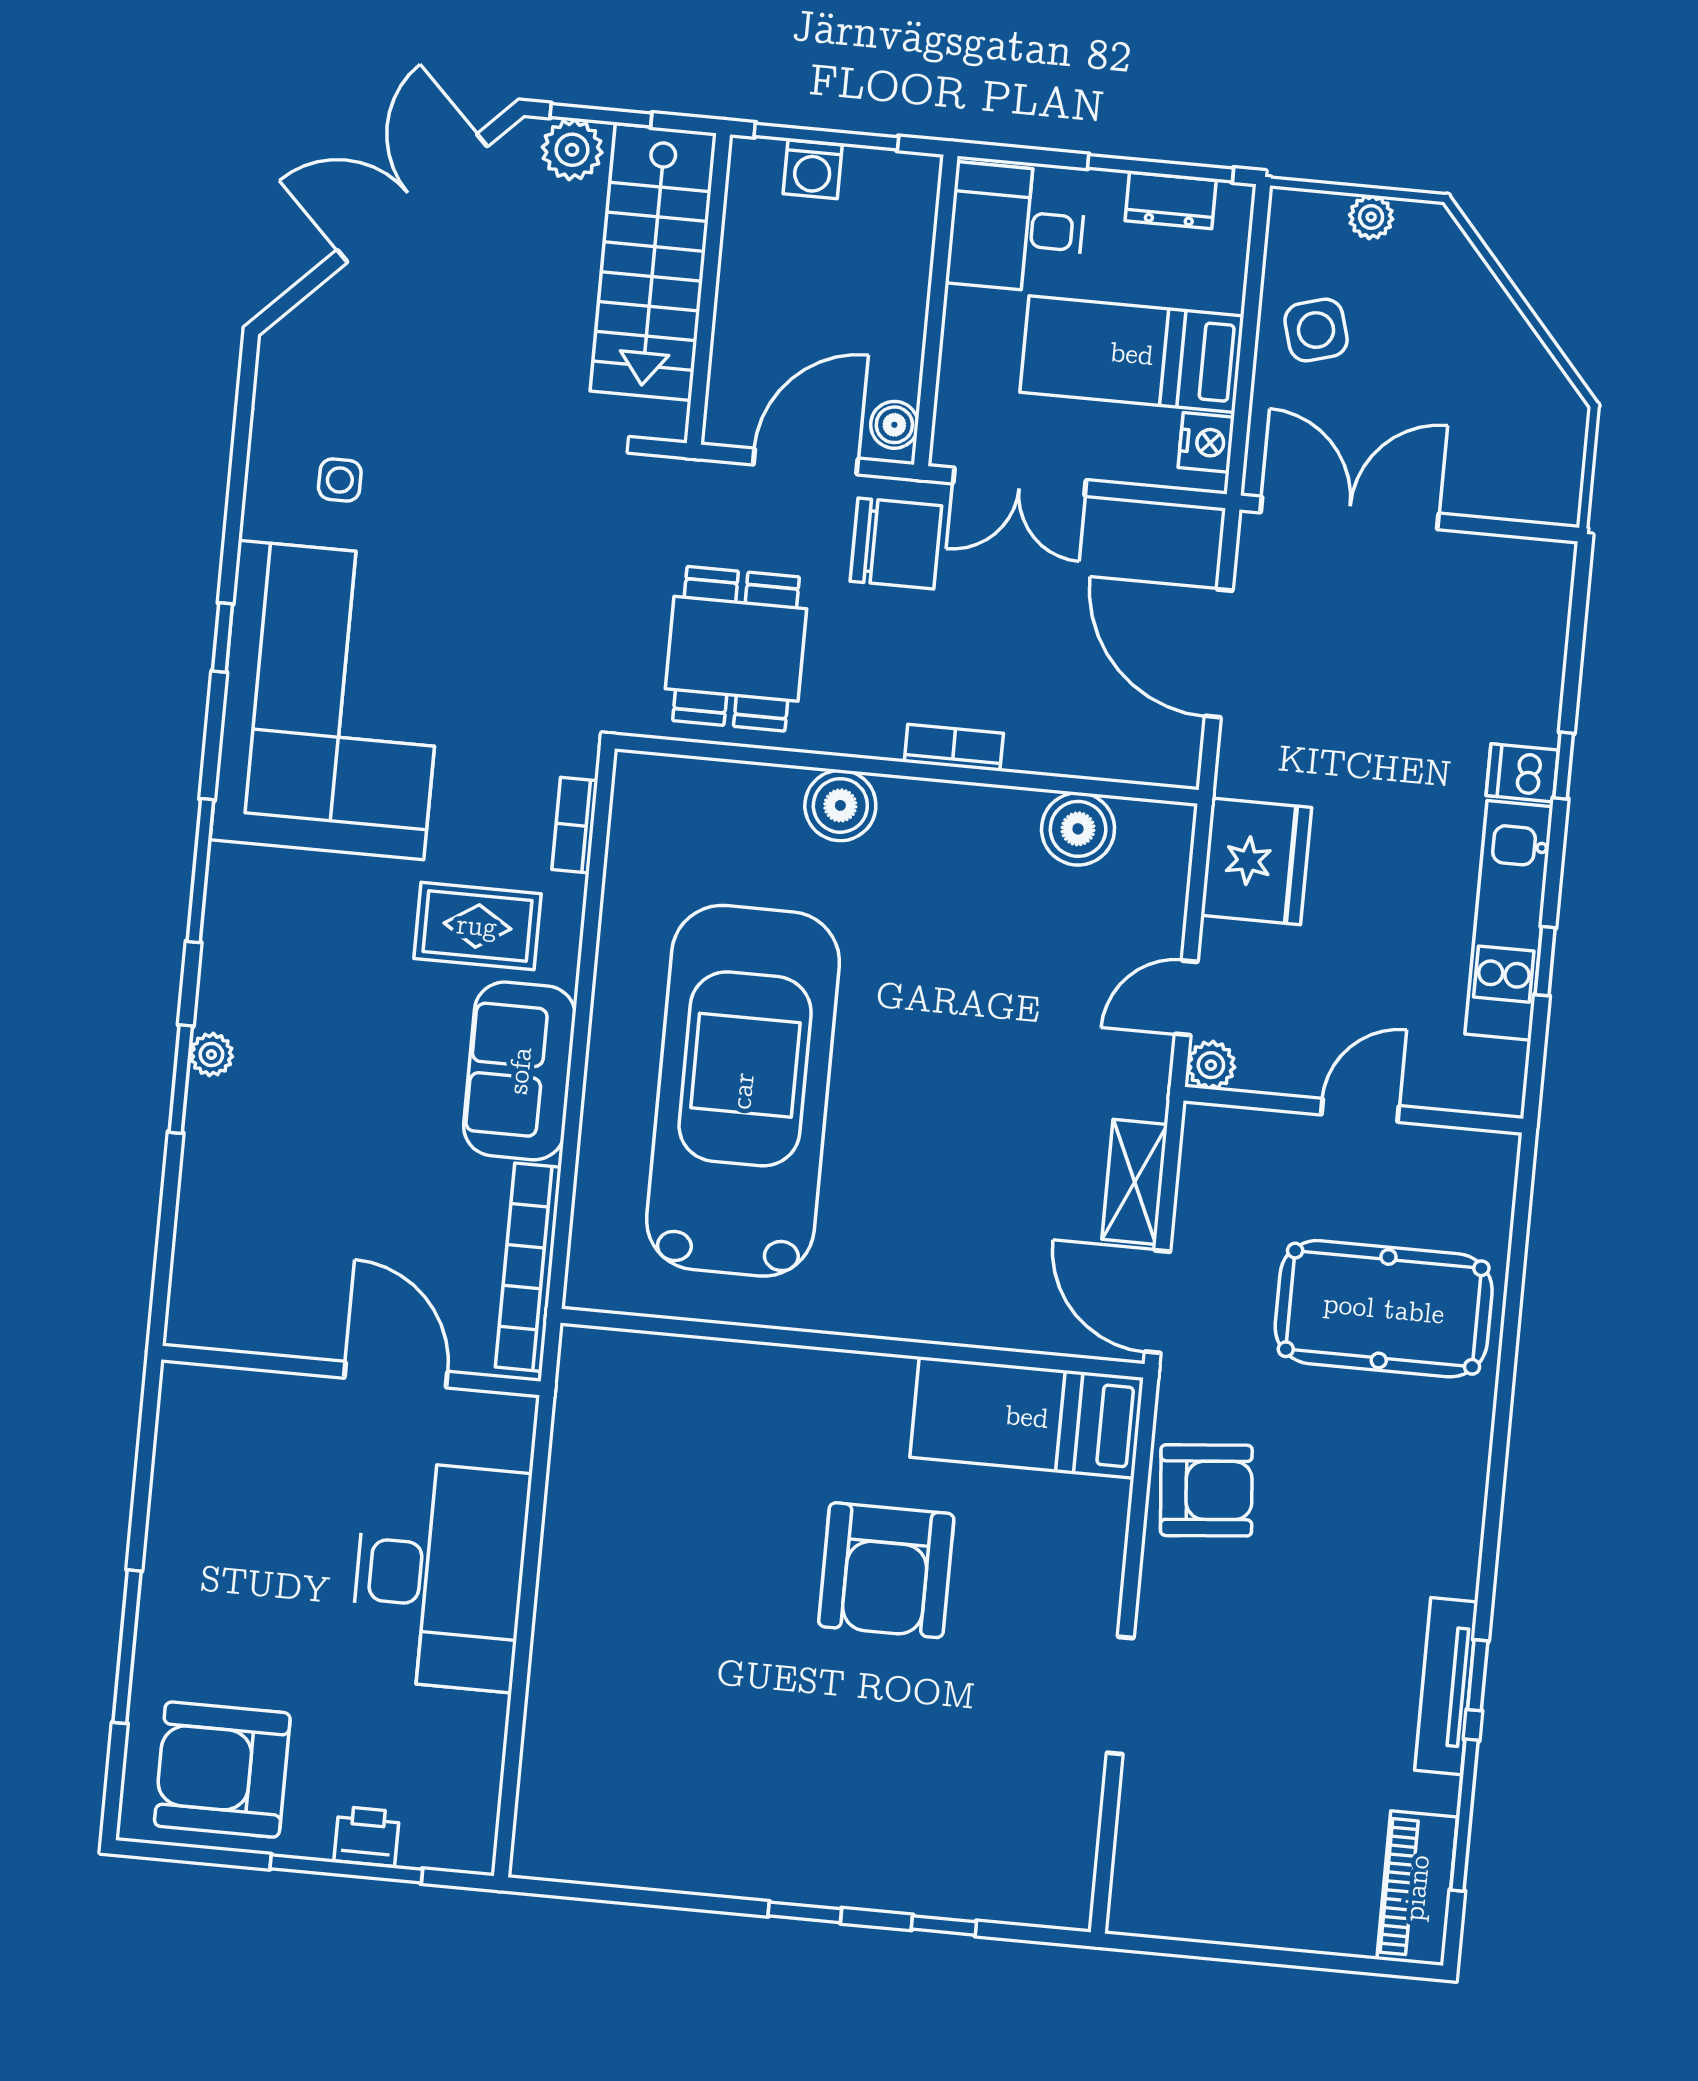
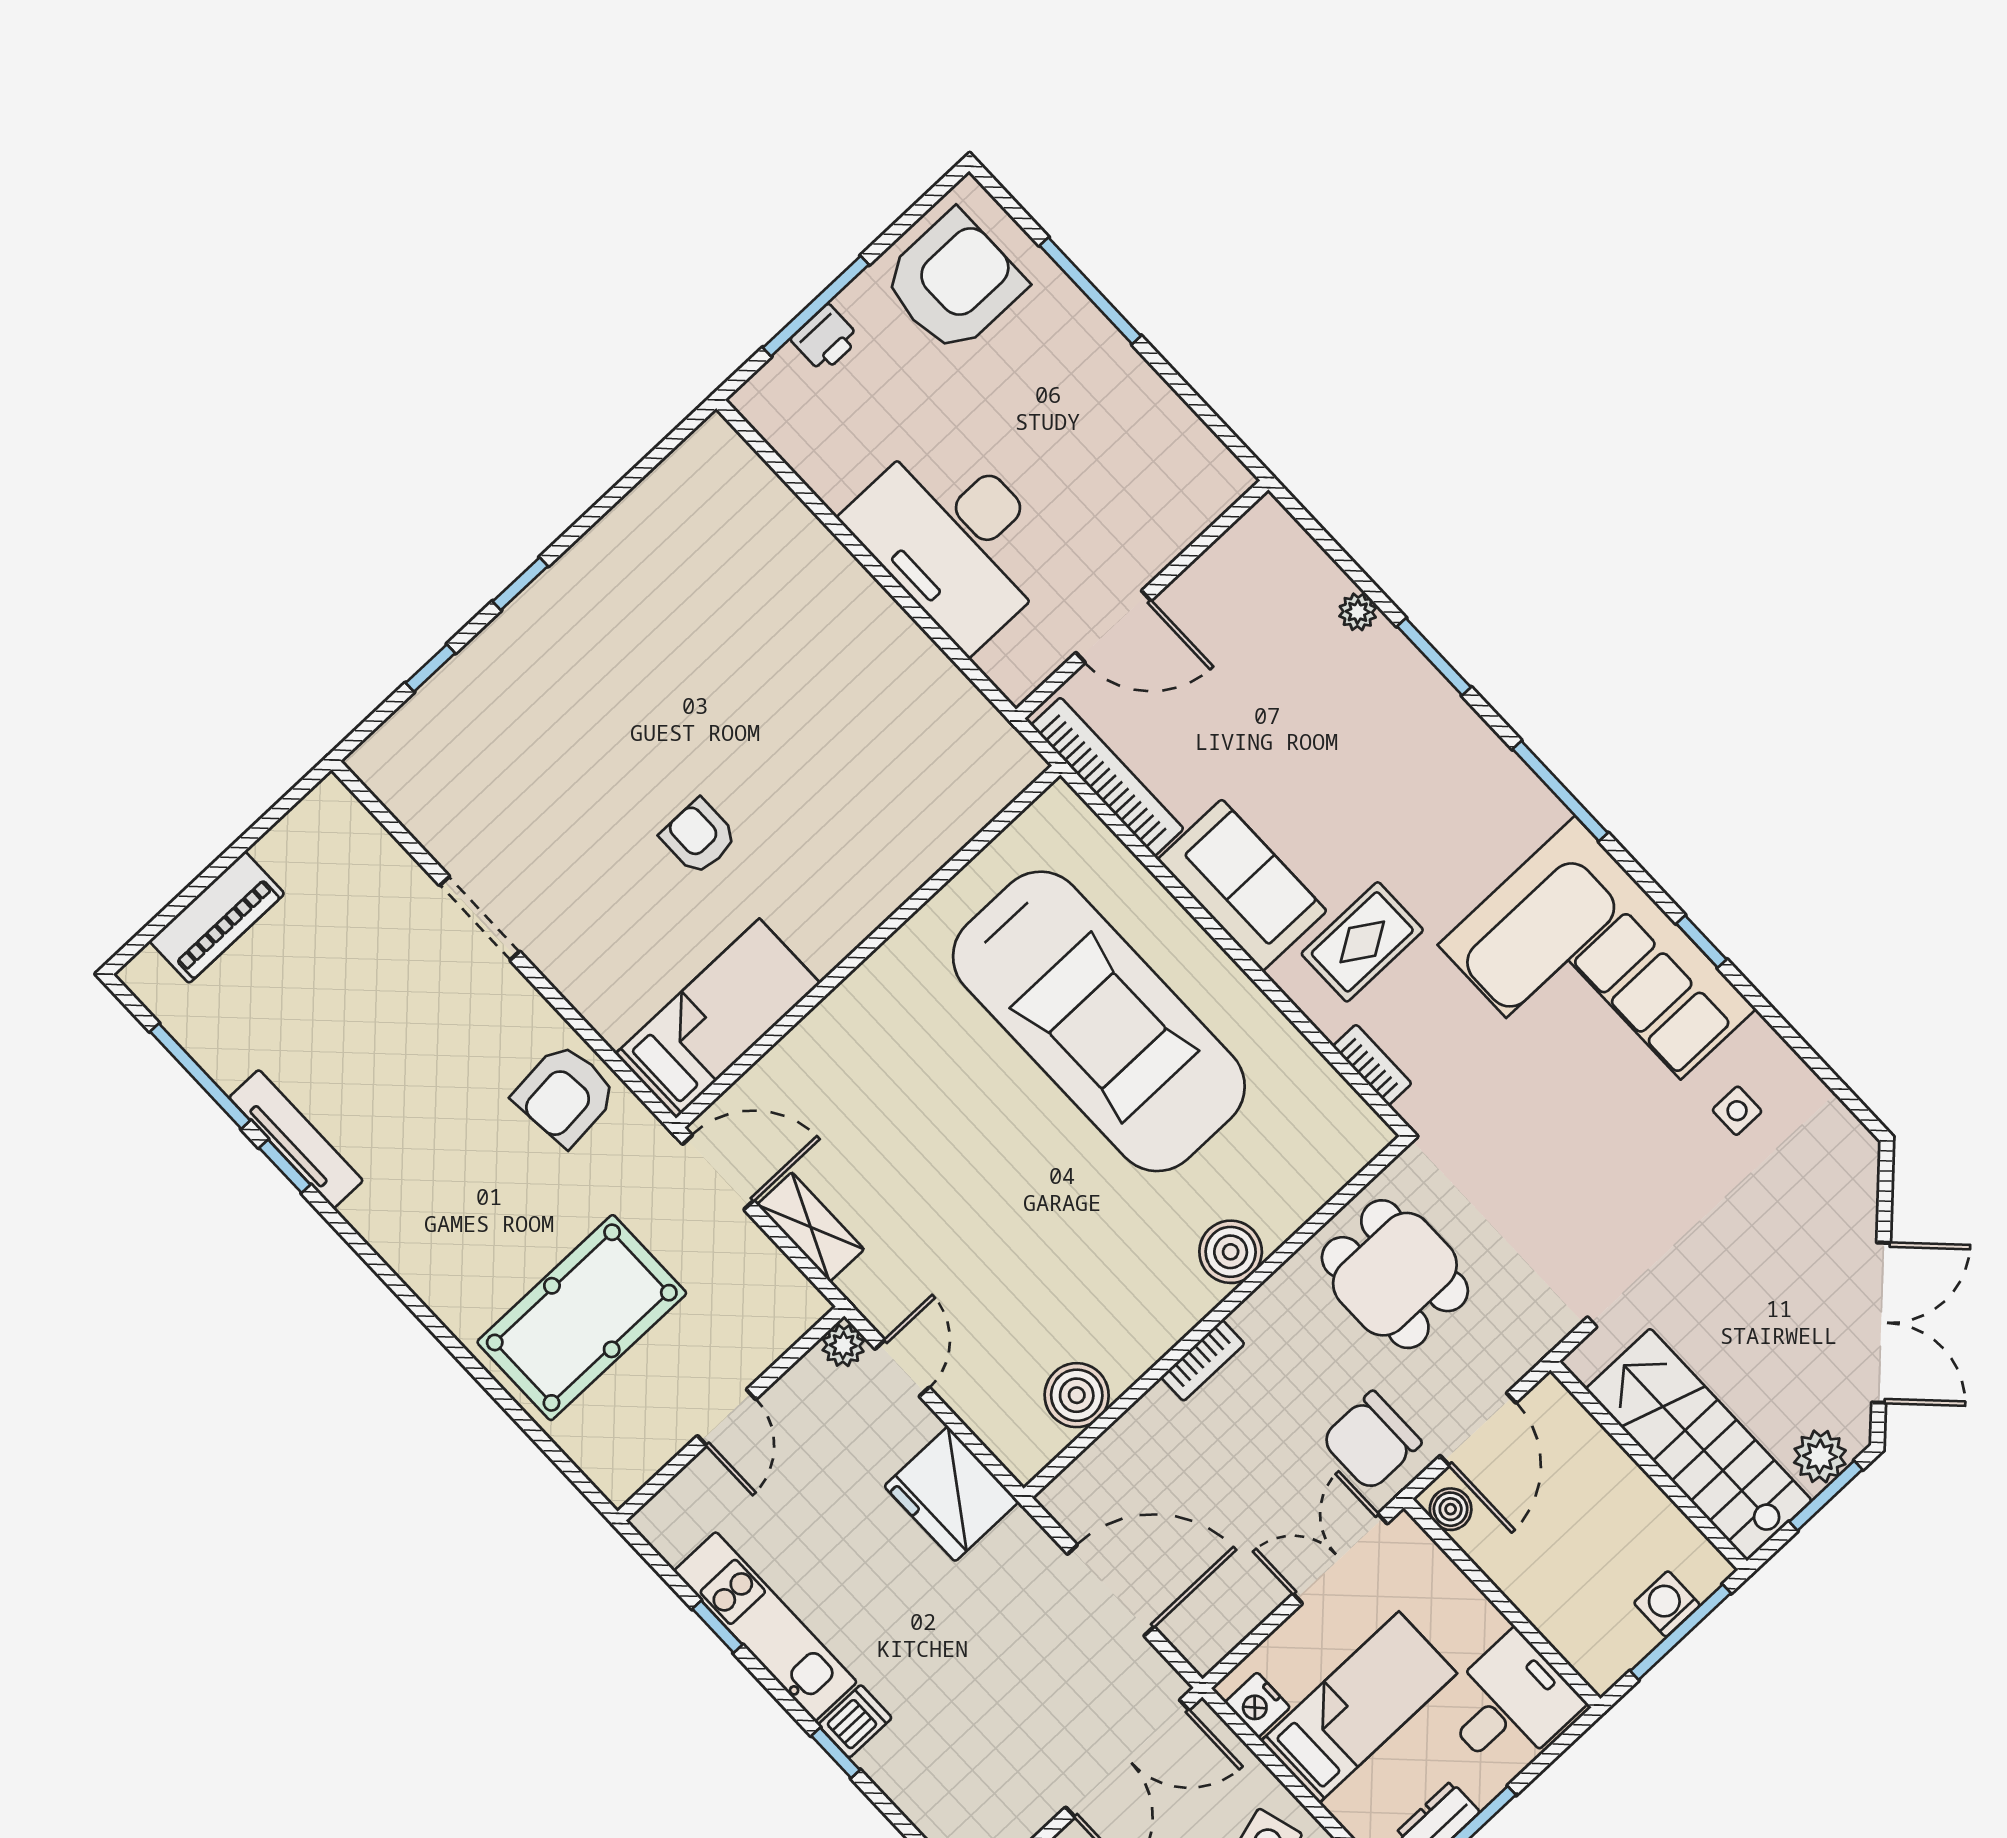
plant: (211, 1055) -> (1358, 612), moved
armchair: (886, 1570) -> (699, 837), width x0.53, depth x0.53
piano: (1417, 1888) -> (217, 917), moved, turned 90

